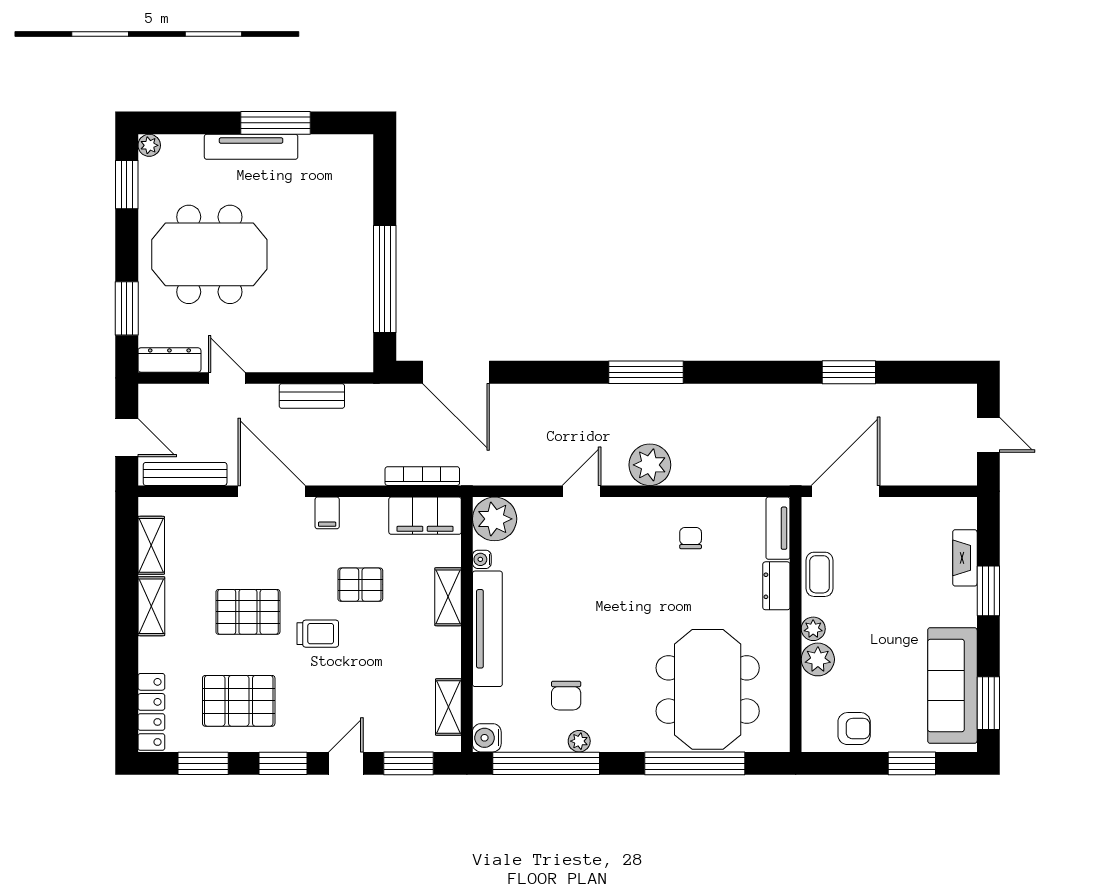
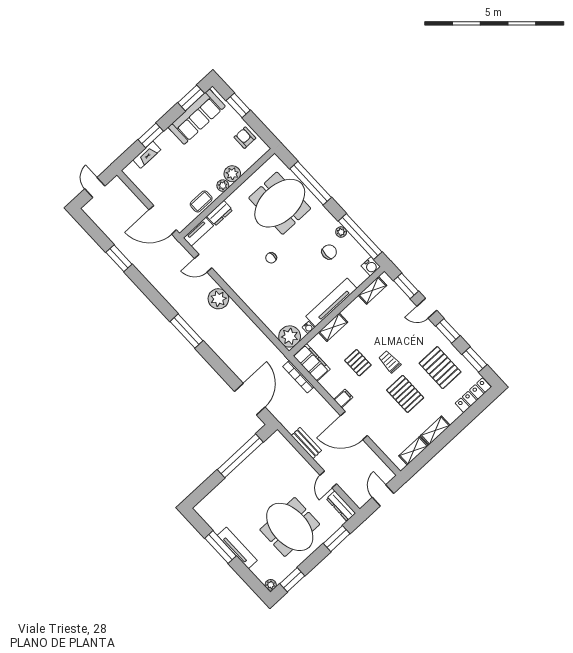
bench: (185, 474) -> (377, 462), removed
door: (272, 491) -> (354, 426), hinge flipped
door: (582, 491) -> (203, 263), moved
chair: (691, 538) -> (271, 258), moved

